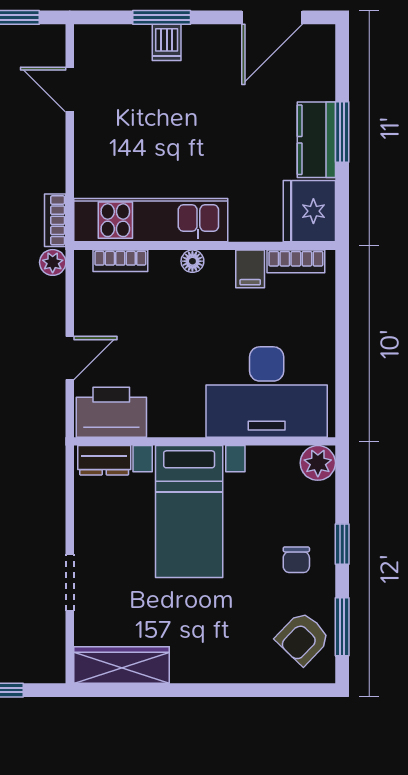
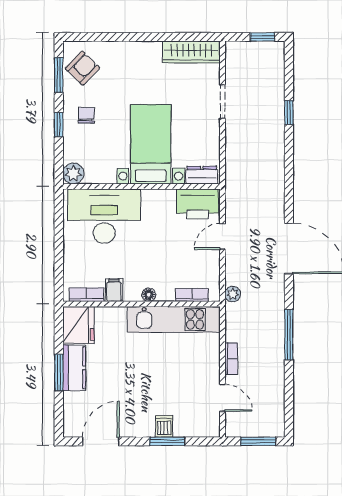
bookcase: (55, 220) -> (231, 359), moved

